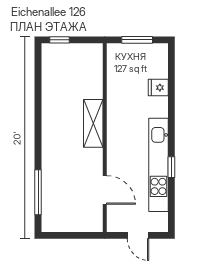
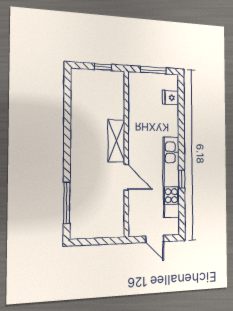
window: (59, 40) -> (103, 67), moved
fridge: (158, 88) -> (171, 98), moved
door: (105, 190) -> (126, 177), moved

